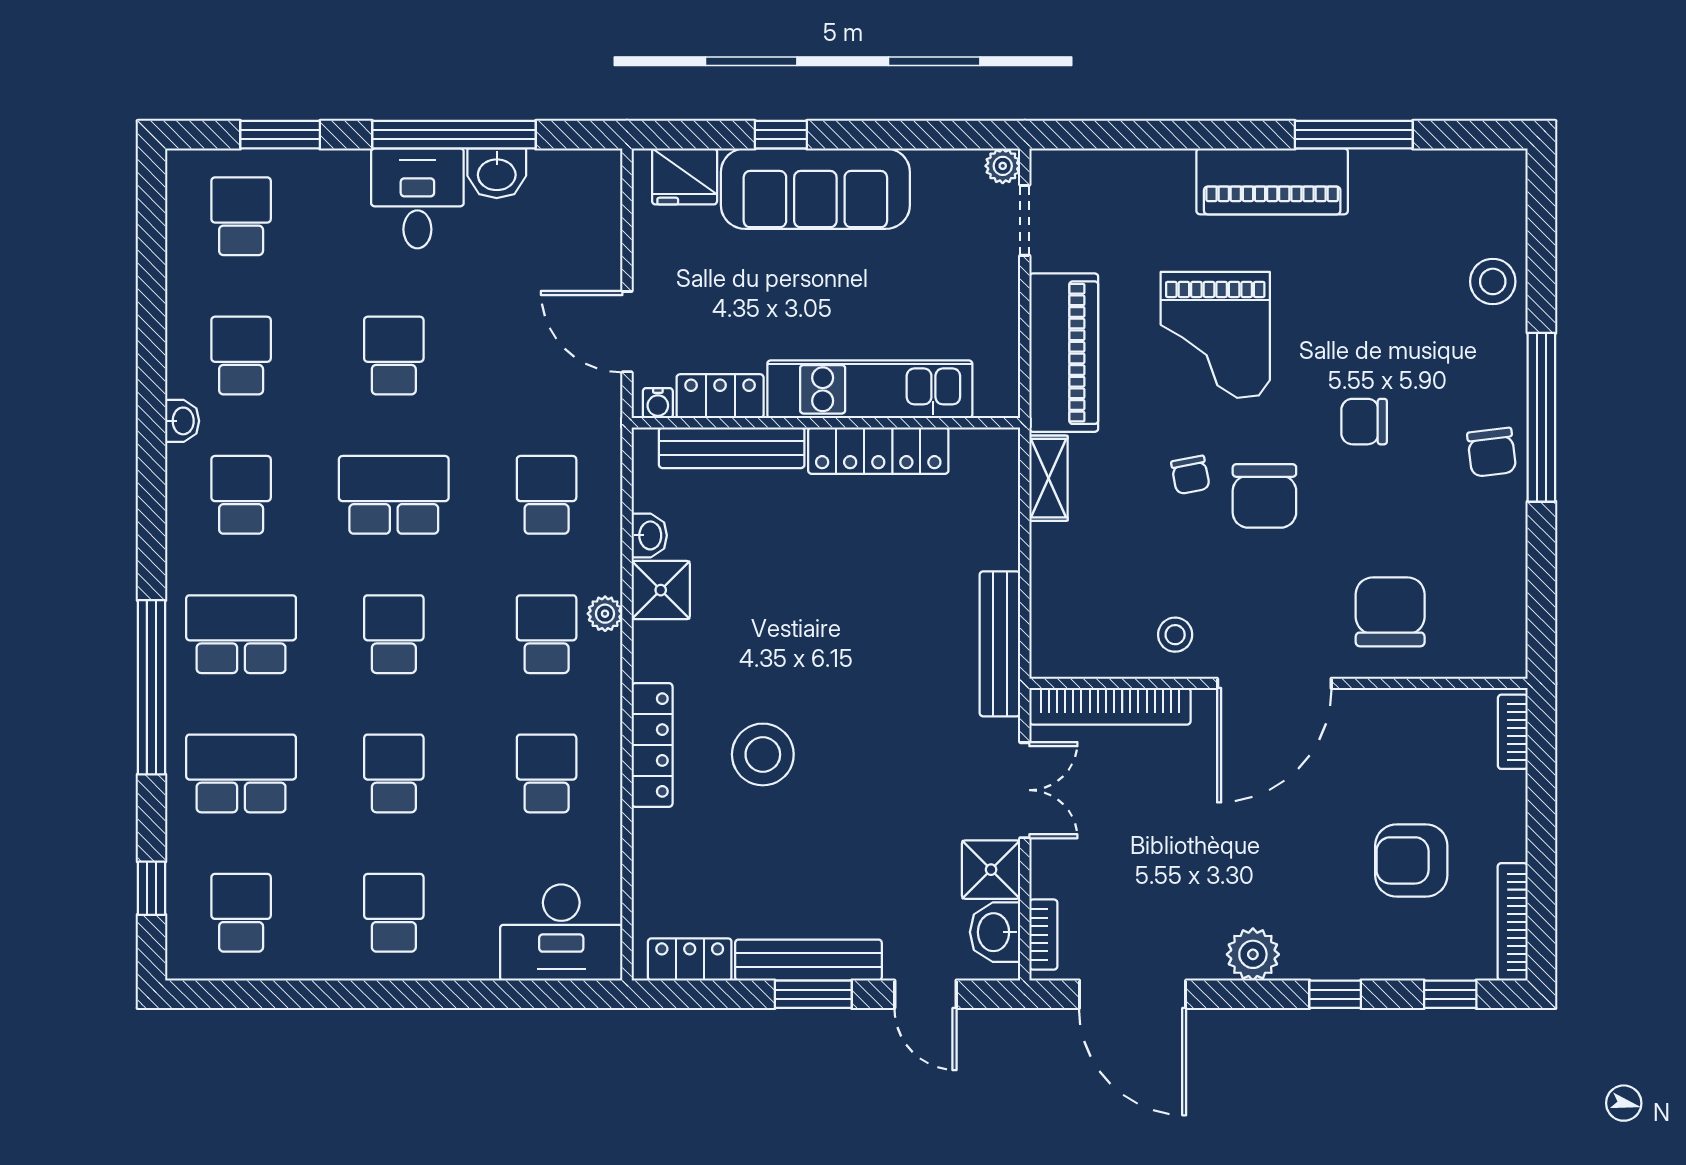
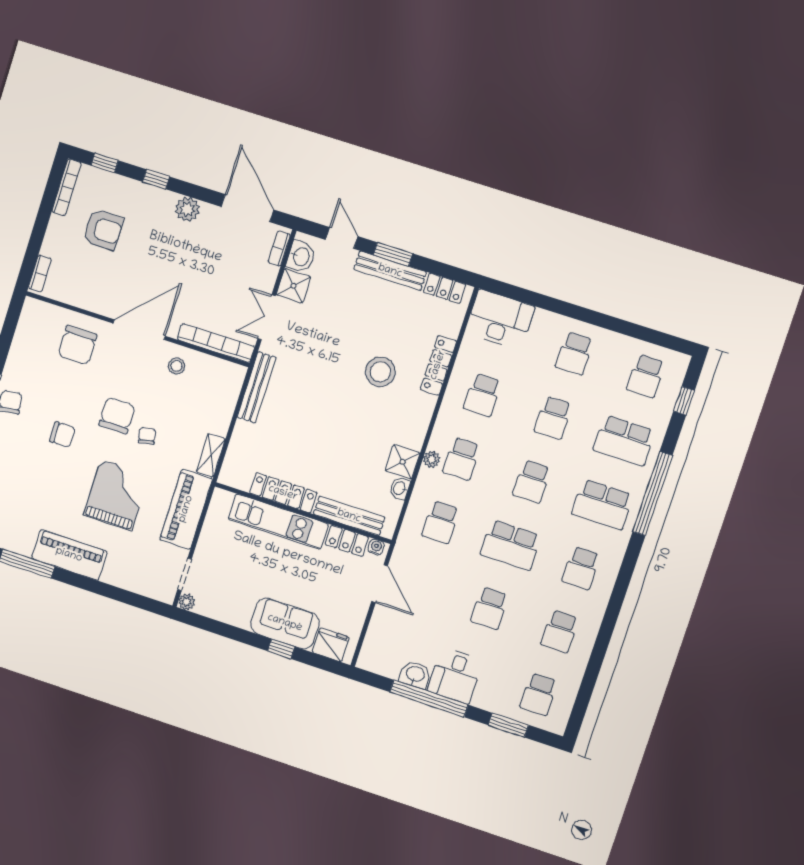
sofa: (815, 189) -> (285, 623), width x0.73
washbasin: (182, 421) -> (597, 611), removed
locker: (652, 745) -> (438, 365), moved

